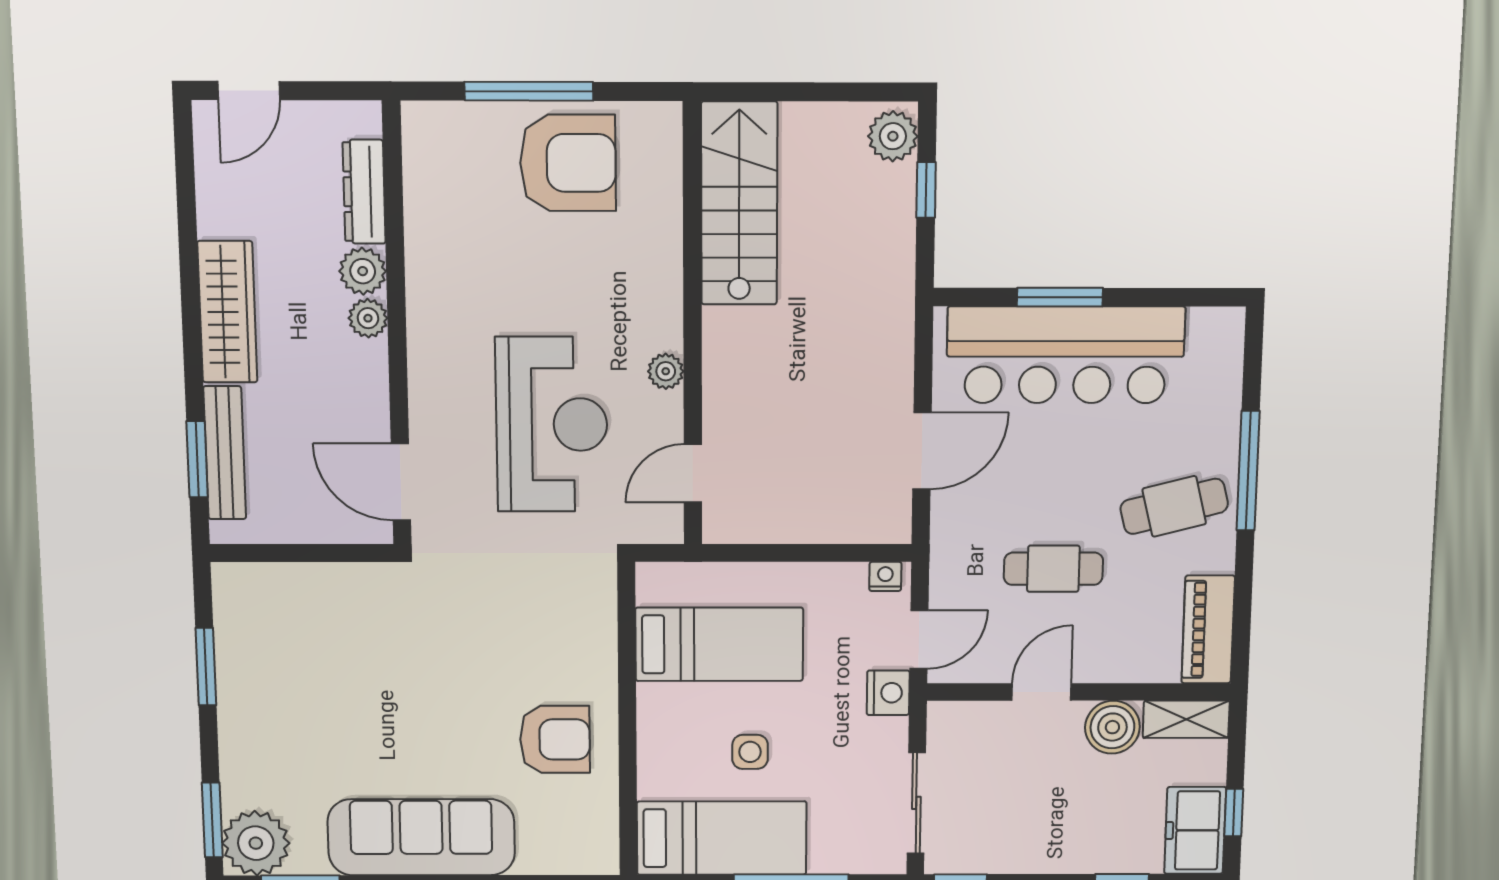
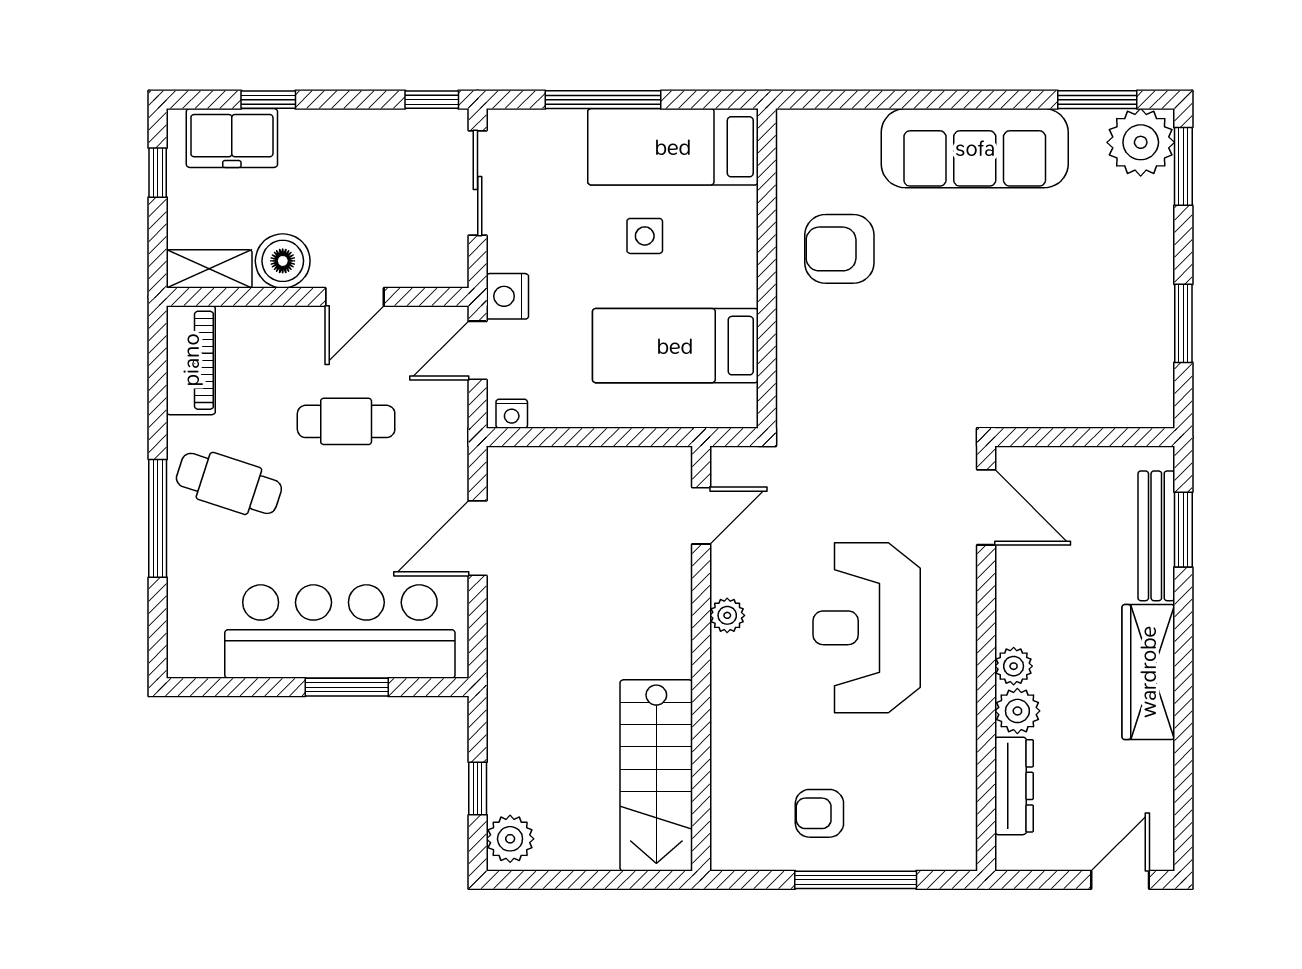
armchair: (568, 163) -> (819, 813), width x0.53, depth x0.53
reception desk: (552, 424) -> (867, 628), moved
cafe table: (1174, 506) -> (229, 483), turned 32
freezer: (1195, 830) -> (232, 138), moved, turned 90

